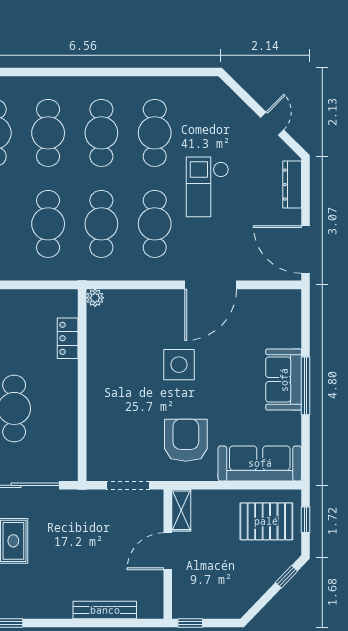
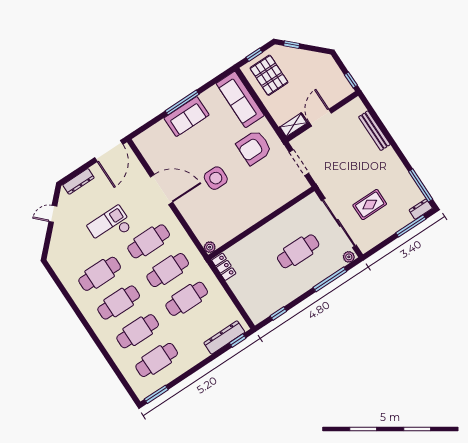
checkout: (207, 187) -> (110, 226), turned 180
locker: (68, 338) -> (224, 267), moved, turned -90
door: (168, 551) -> (320, 118), swing flipped

